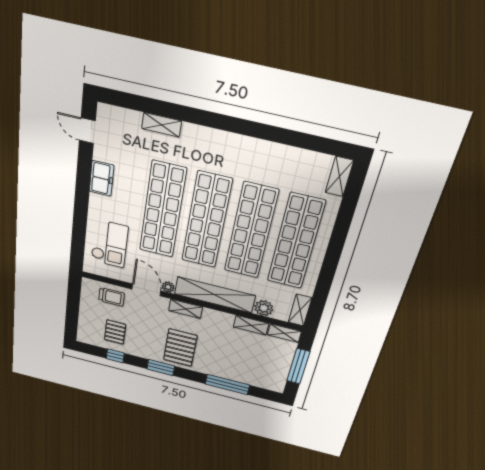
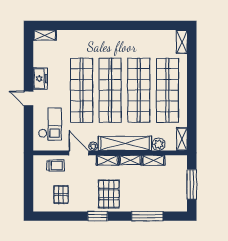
shelving: (162, 125) -> (45, 35), moved
door: (87, 131) -> (29, 98), moved
shelving: (284, 333) -> (130, 160), moved
window: (115, 356) -> (63, 216), removed

